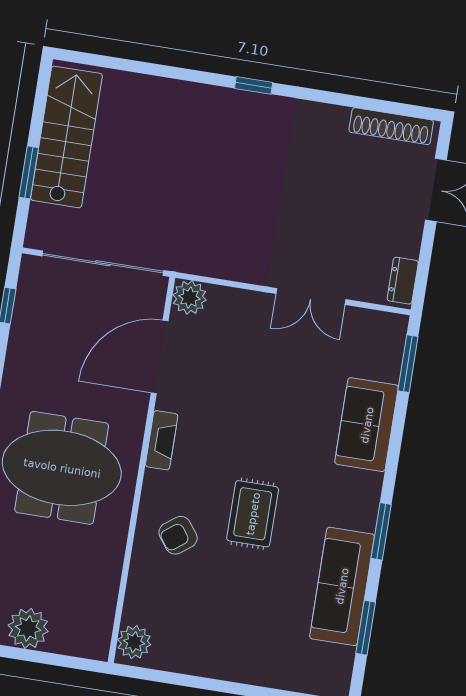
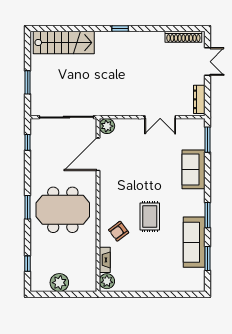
stairs: (66, 137) -> (64, 43), moved, turned 90
dresser: (403, 281) -> (199, 99), width x1.44
fireplace: (162, 440) -> (105, 260), moved

